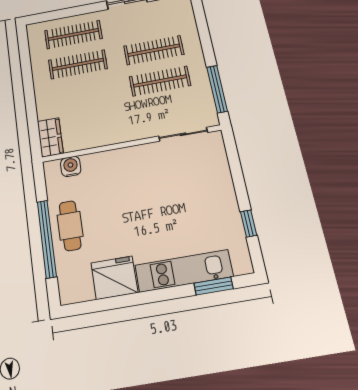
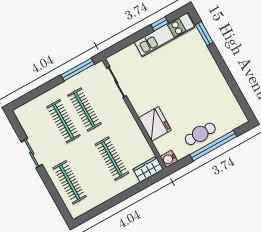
clothes rail: (78, 64) -> (112, 159), moved
water cooler: (71, 166) -> (169, 159), moved
kitchen unit: (184, 271) -> (165, 35), moved, turned -90
fridge: (114, 278) -> (155, 124), moved, turned 180

